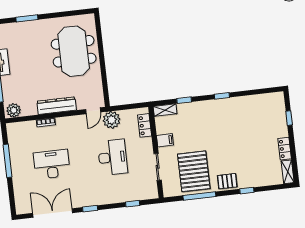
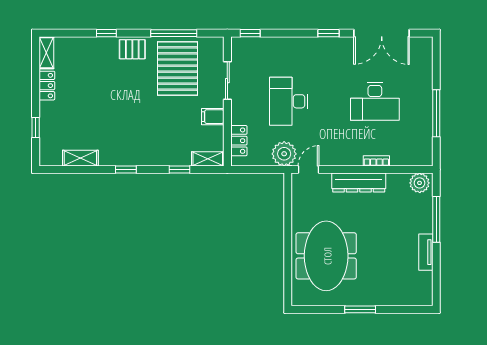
window: (27, 18) -> (360, 309), moved
shelving: (255, 100) -> (80, 158), added
window: (133, 204) -> (250, 33), moved

